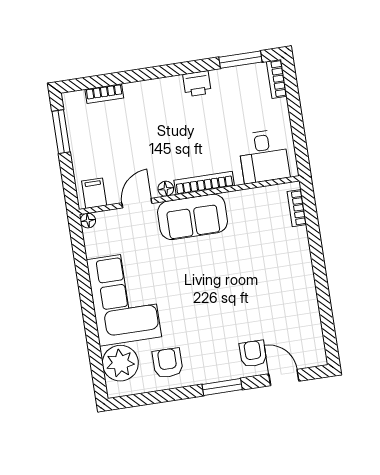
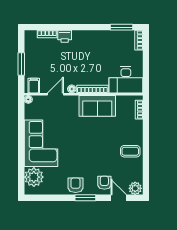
printer: (197, 84) -> (65, 36), moved
window: (61, 132) -> (21, 64), moved
desk: (264, 156) -> (126, 80), width x1.37
sofa: (193, 217) -> (97, 106), moved
coffee table: (292, 288) -> (130, 151), added
plant: (312, 355) -> (135, 188), added
armchair: (168, 363) -> (76, 185), moved

